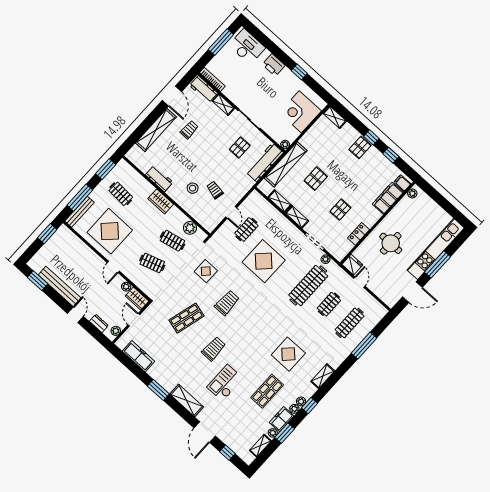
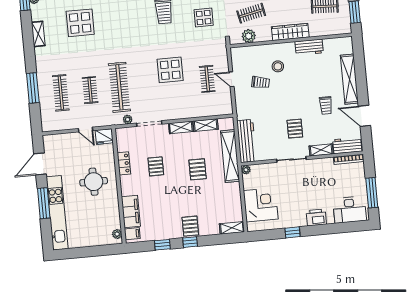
pallet: (240, 148) -> (295, 129), moved
wardrobe: (161, 201) -> (290, 32), width x1.50
display table: (264, 261) -> (170, 70), width x0.73, depth x0.73

